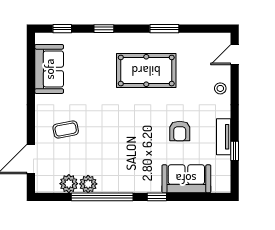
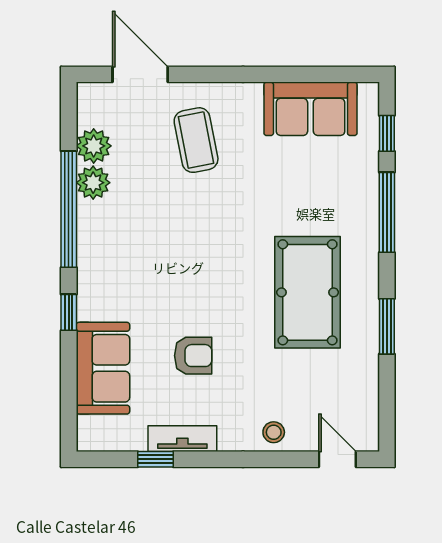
window: (104, 29) -> (387, 212), width x2.17
coffee table: (66, 130) -> (196, 140), width x1.36, depth x1.30
armchair: (180, 131) -> (193, 356), turned 180

